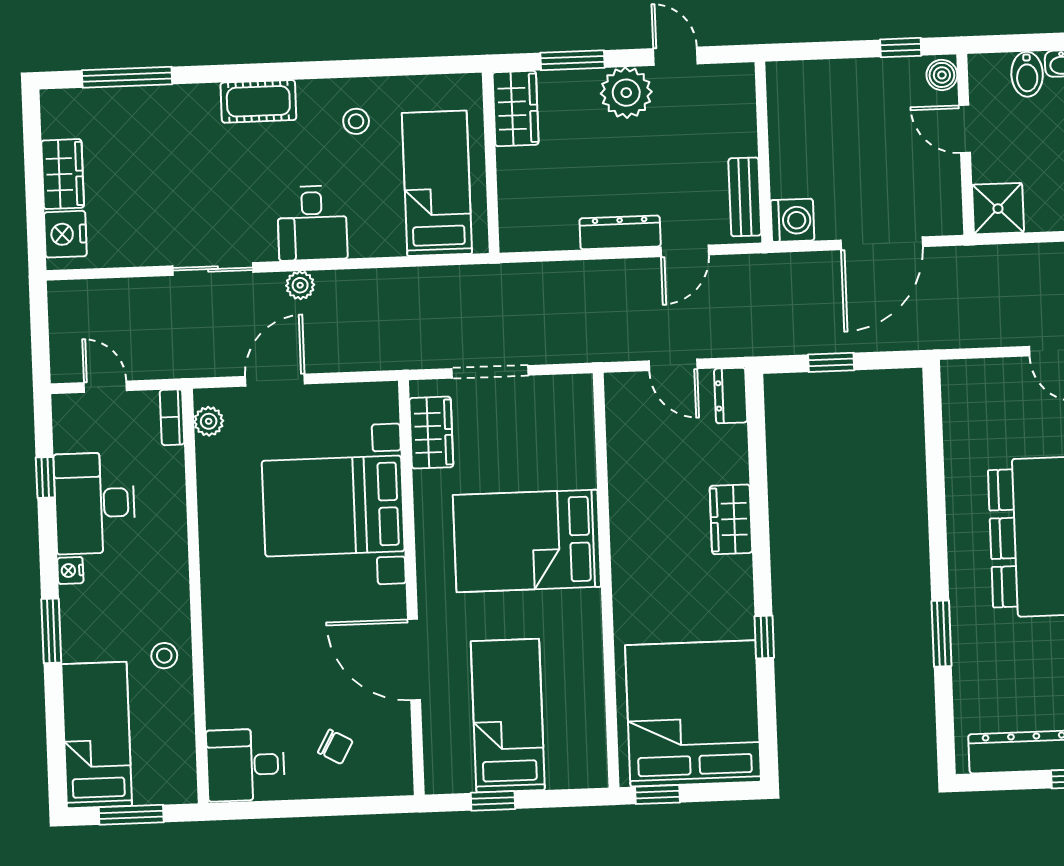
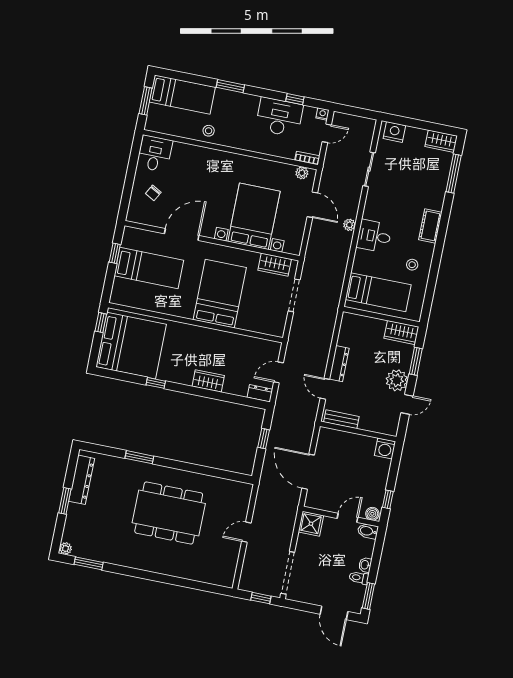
bidet: (1027, 74) -> (368, 531), moved
wardrobe: (63, 174) -> (441, 141), moved
washing machine: (792, 220) -> (385, 449), moved
sliding door: (213, 269) -> (369, 169), moved
nightstand: (70, 570) -> (322, 114), moved

